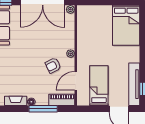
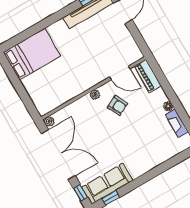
bed: (99, 86) -> (111, 46), removed
window: (43, 109) -> (168, 90), removed

